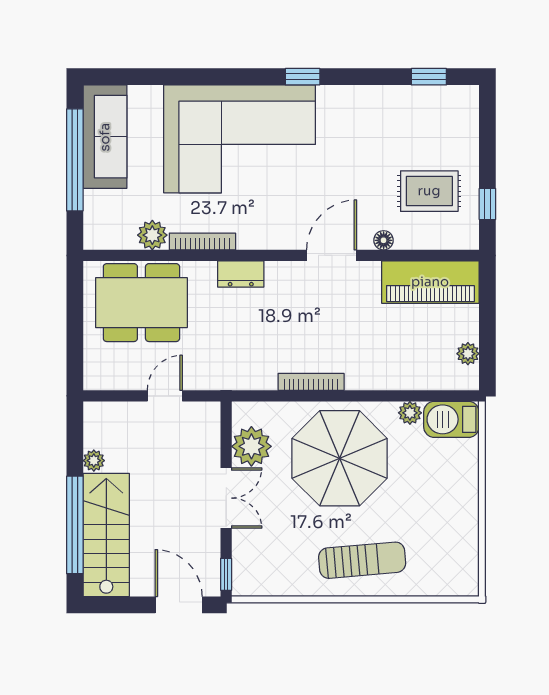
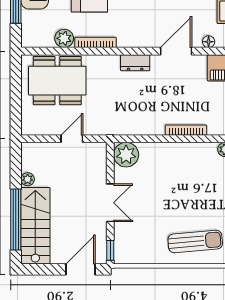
dresser: (241, 274) -> (135, 63), moved
bookcase: (311, 382) -> (186, 130), moved
plant: (251, 446) -> (126, 155), moved
parasol: (340, 458) -> (181, 178), removed
door: (179, 605) -> (81, 269), hinge flipped

